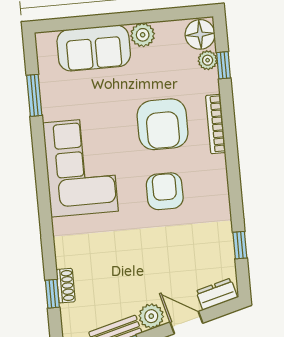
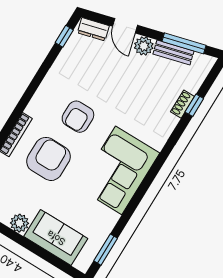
window: (34, 95) -> (106, 250), moved
window: (240, 245) -> (64, 36), moved

